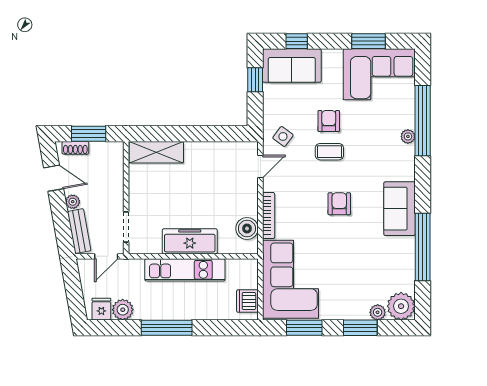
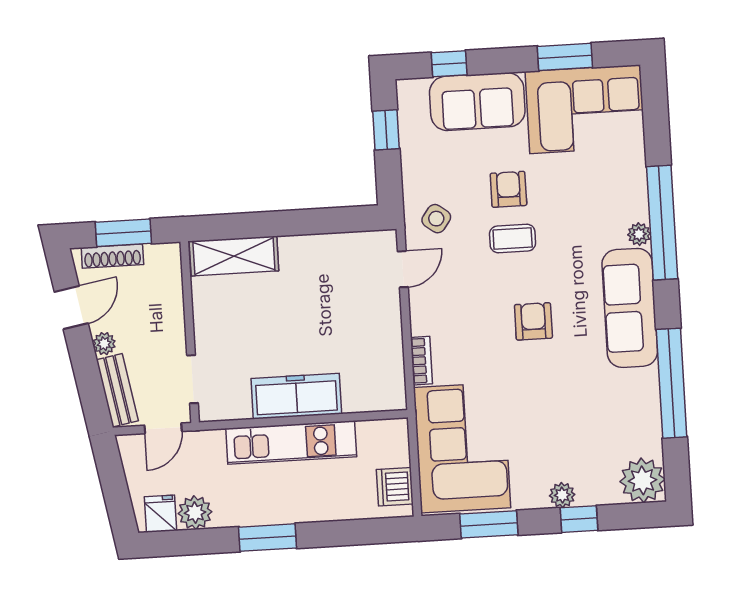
sofa: (292, 66) -> (477, 102), moved
window: (423, 121) -> (662, 223), moved
plant: (408, 136) -> (639, 234), moved
shoe rack: (75, 148) -> (112, 256), width x1.43
door: (54, 178) -> (71, 308), hinge flipped
sofa: (399, 209) -> (630, 308), width x1.36
bookcase: (269, 216) -> (421, 361), width x0.64
boiler: (247, 228) -> (387, 370), removed
plant: (378, 312) -> (562, 495), moved
window: (167, 328) -> (268, 538), width x0.69
window: (360, 328) -> (579, 519), width x0.67

